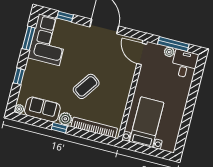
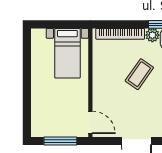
plant: (169, 52) -> (63, 132), removed
desk: (185, 64) -> (44, 123), removed

